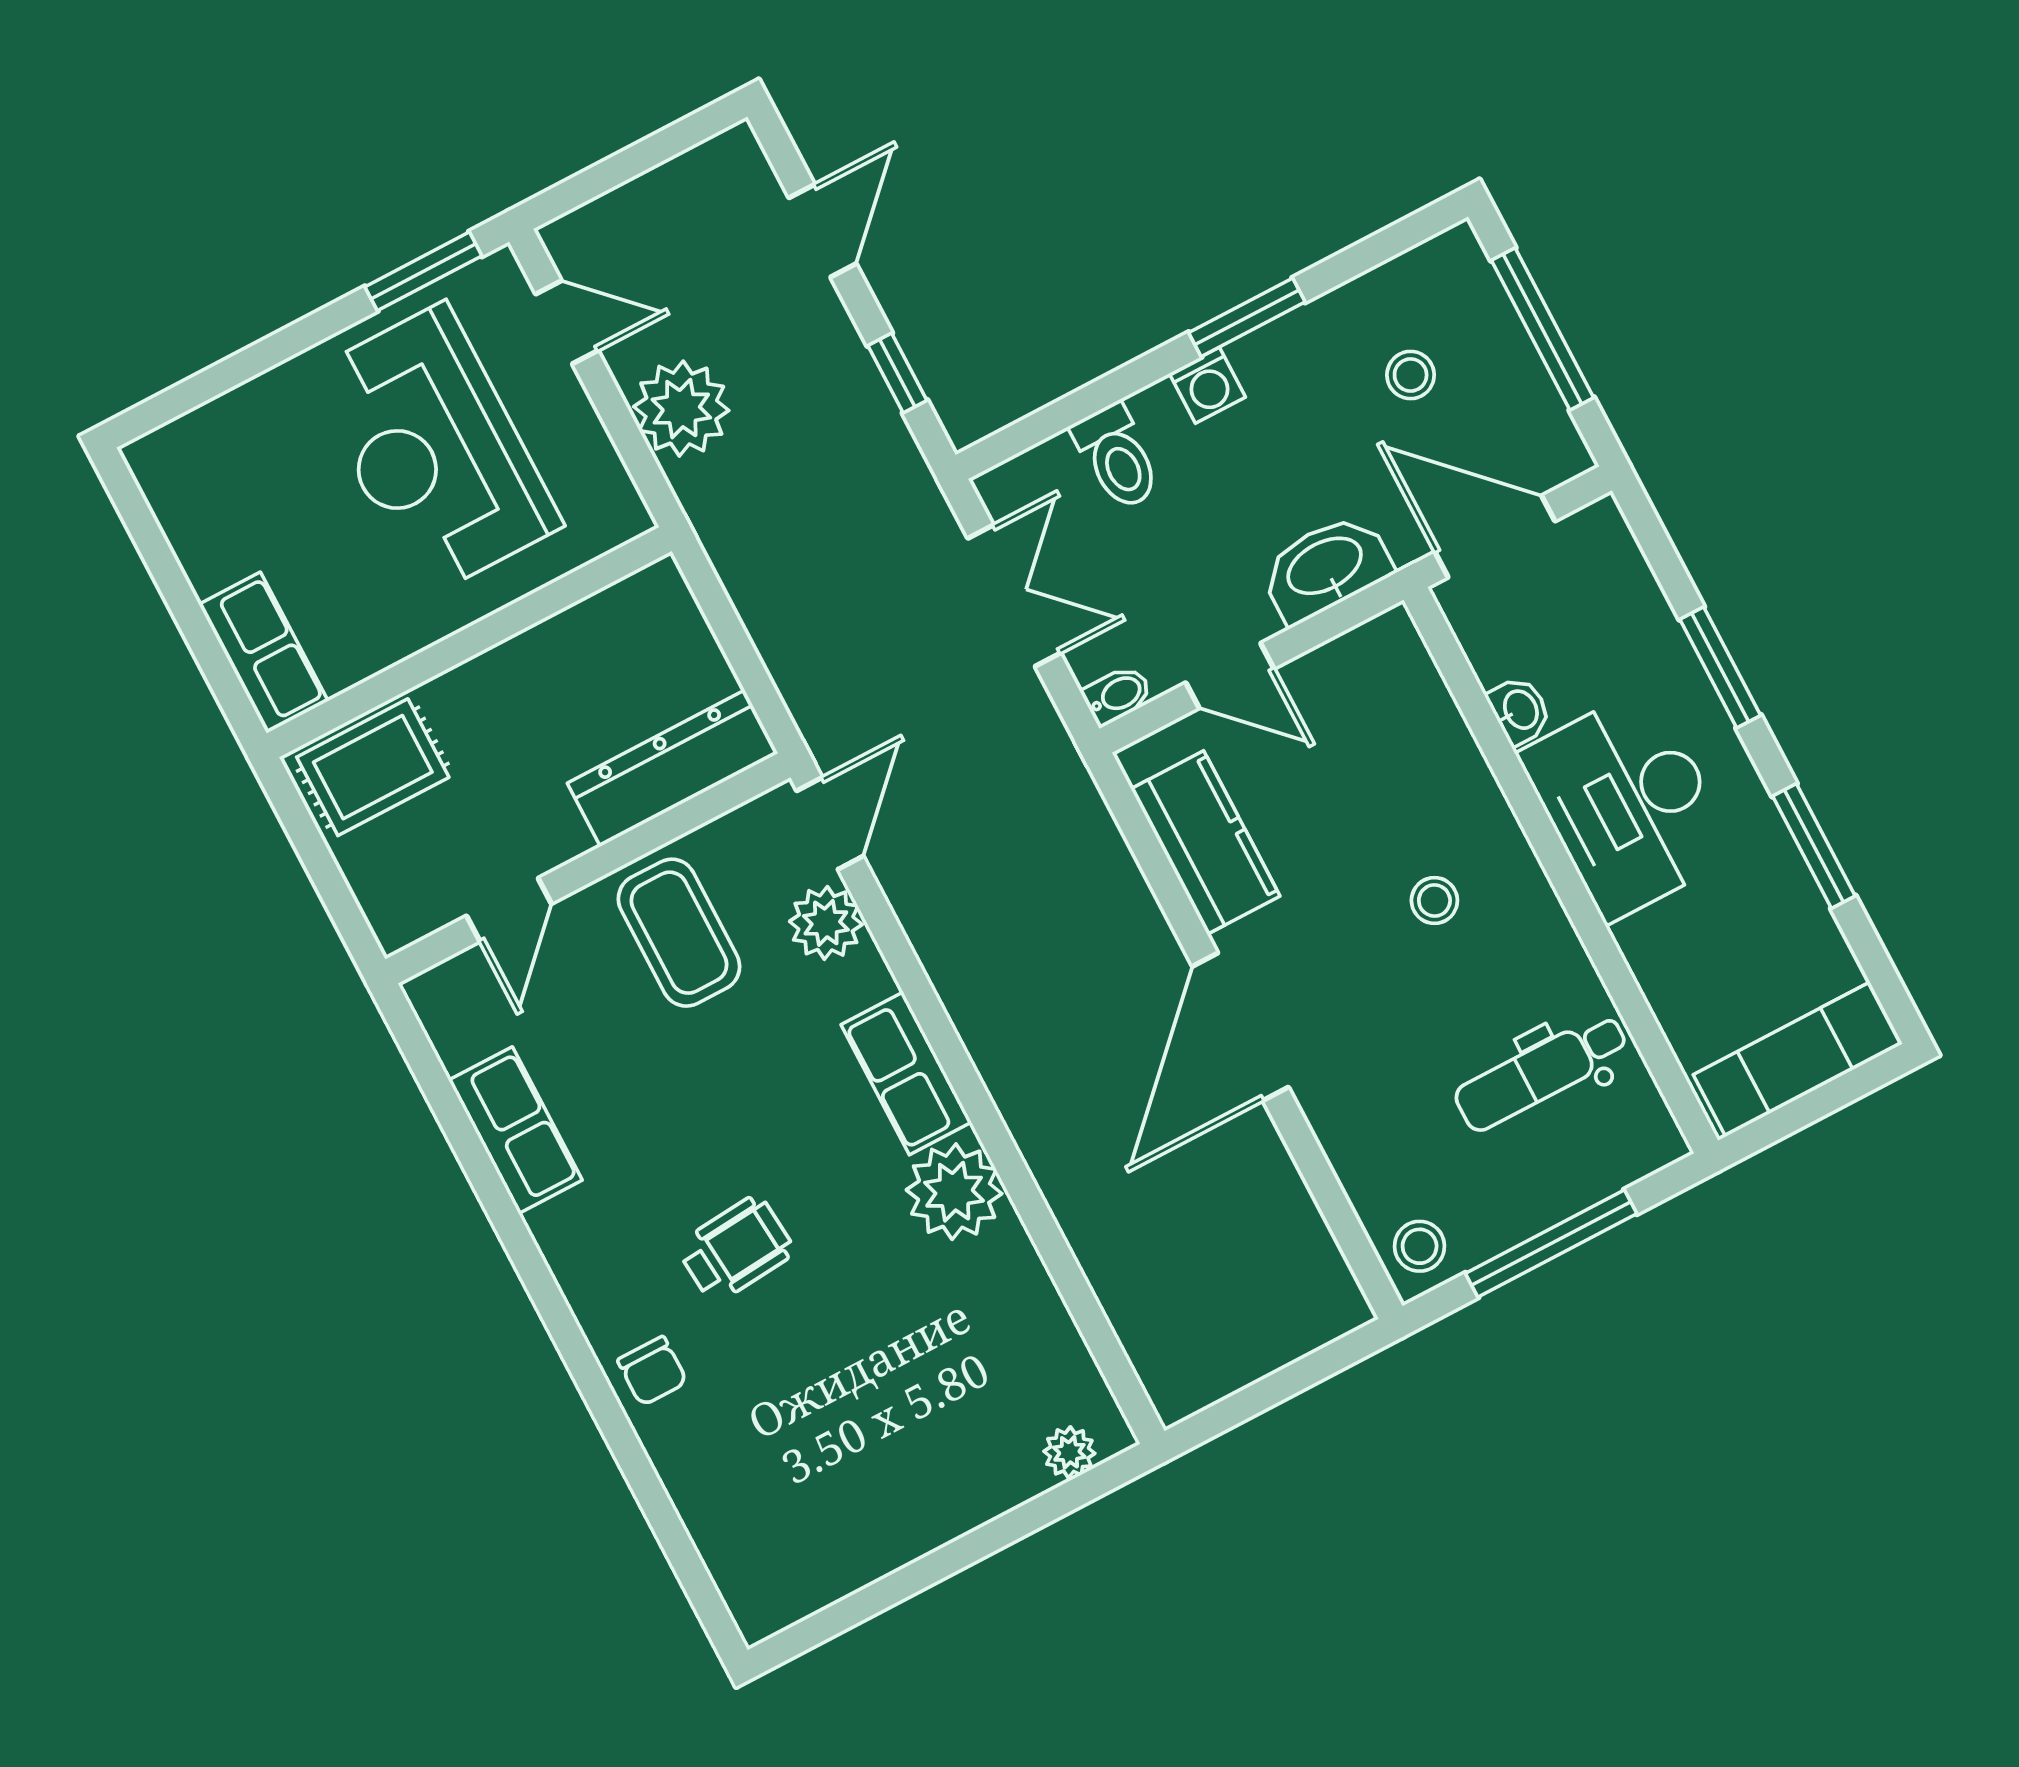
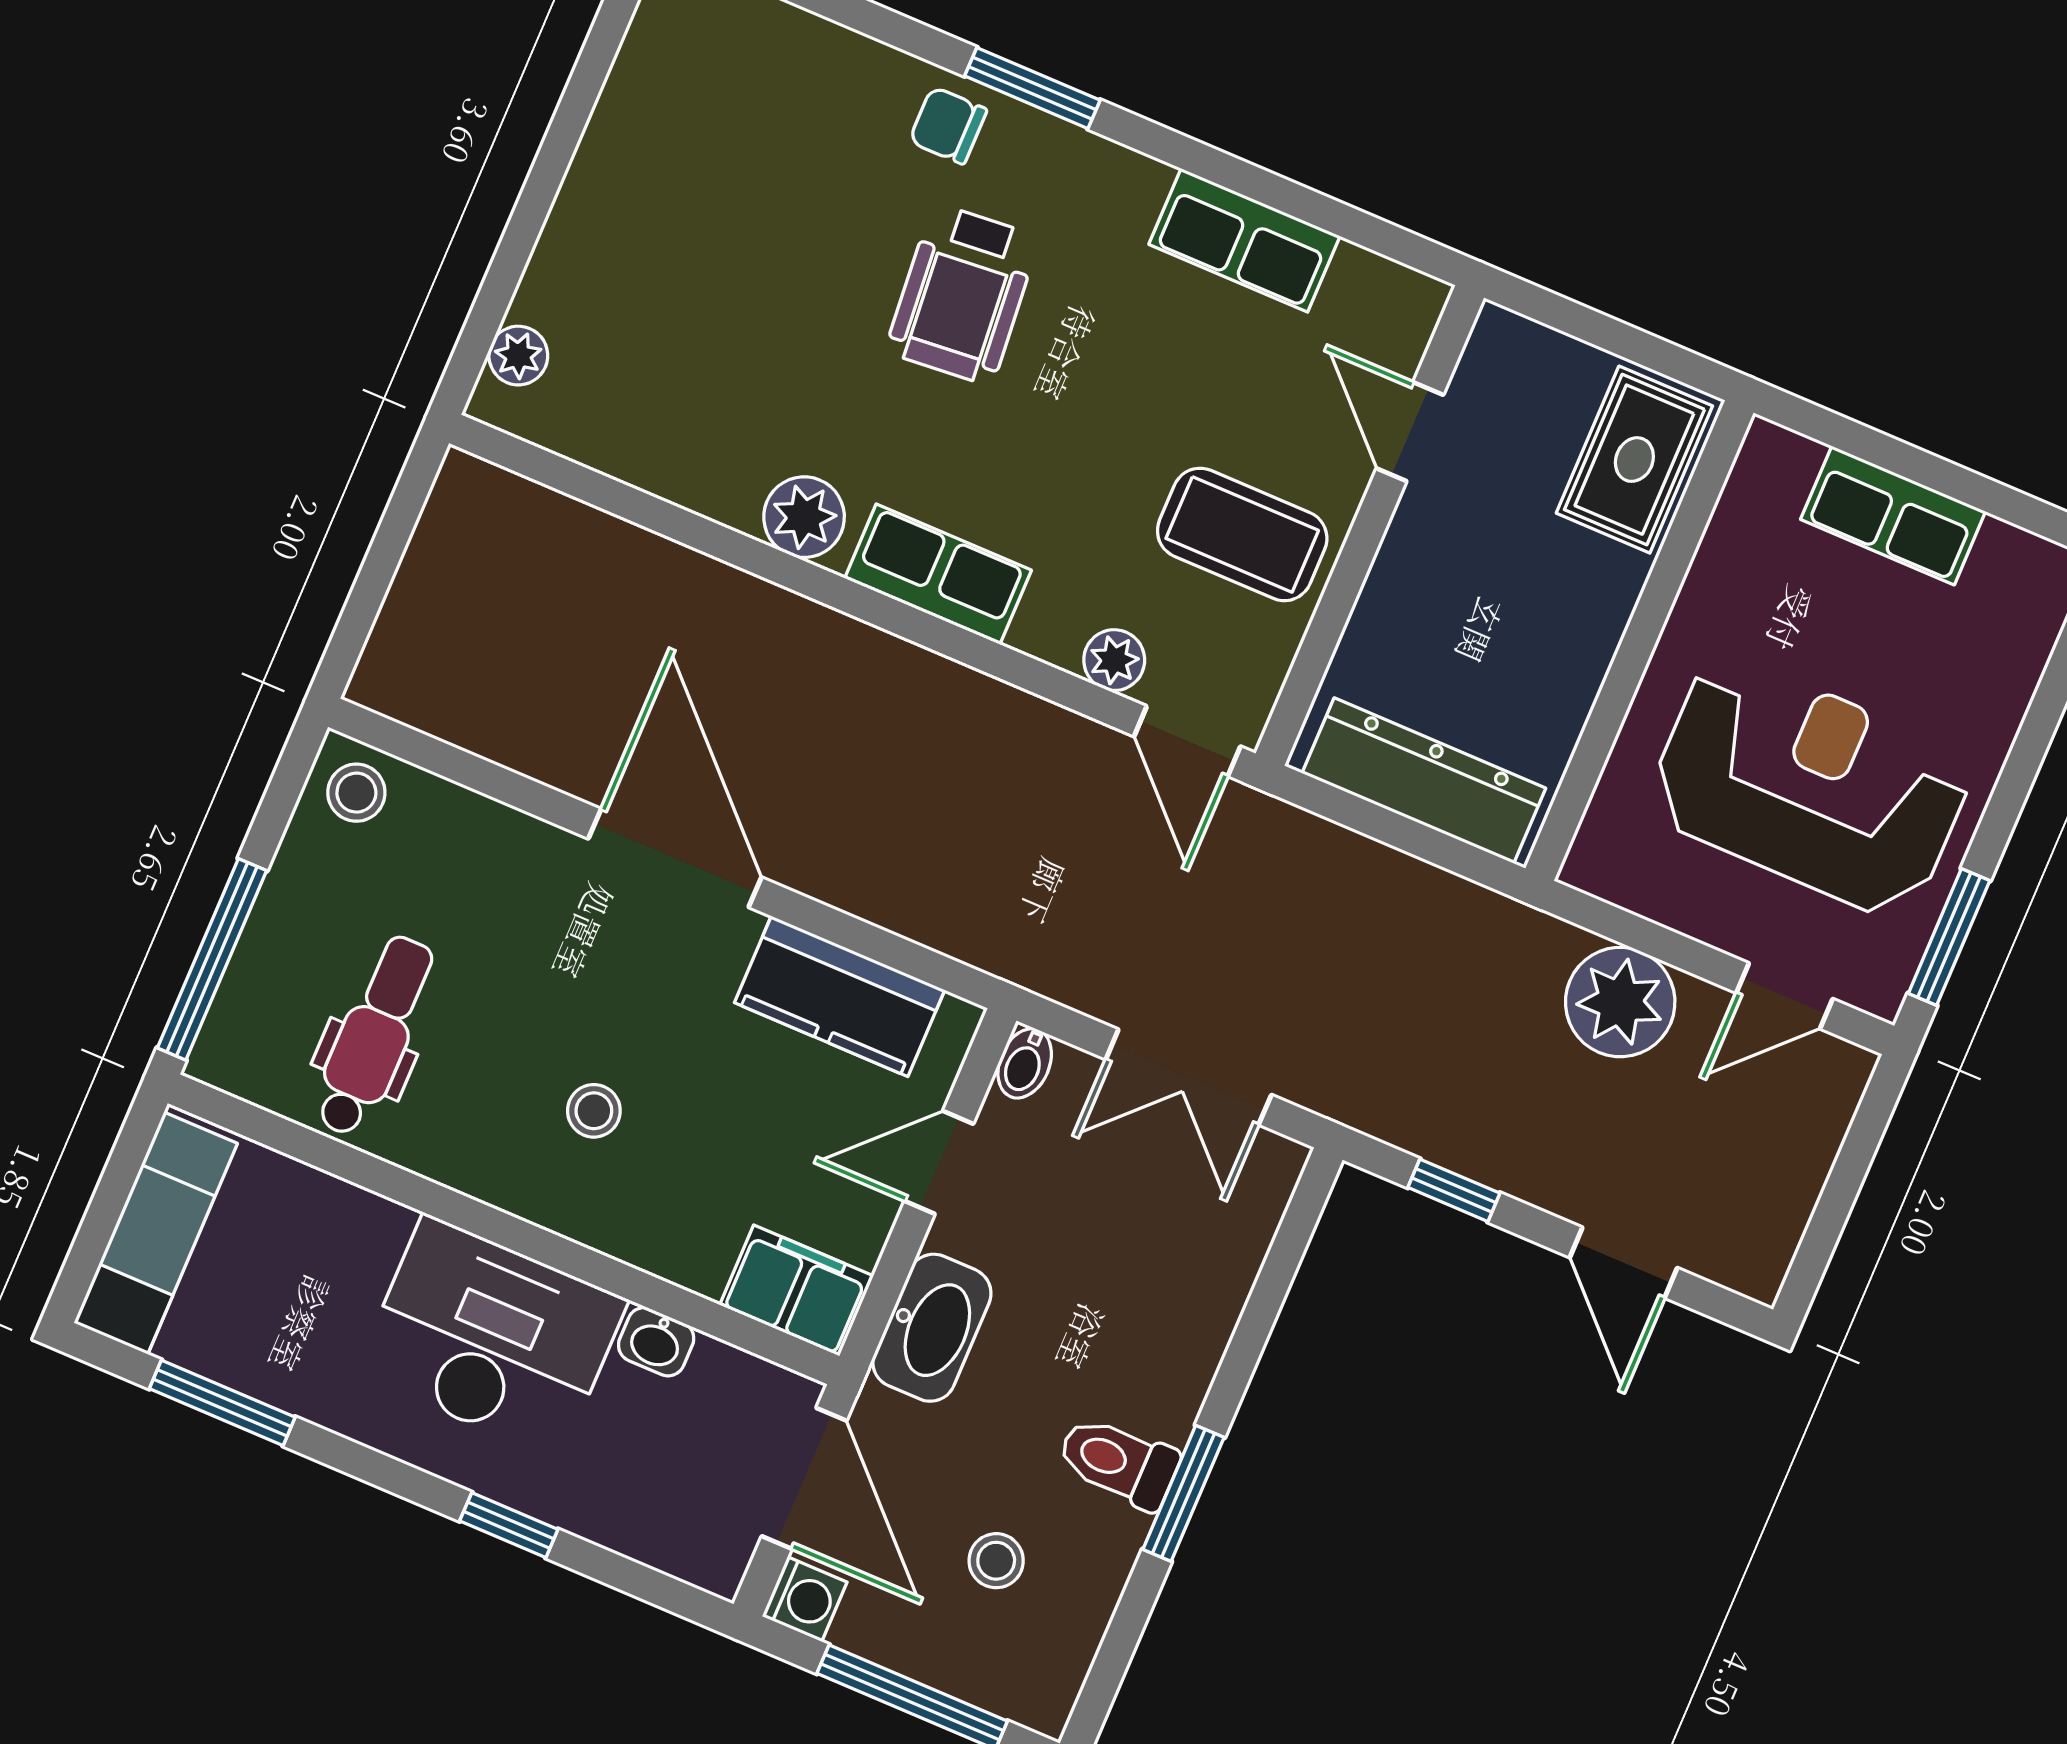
washing machine: (1207, 385) -> (805, 1599), moved, turned 180
toilet: (1117, 457) -> (1118, 1462), moved
door: (1495, 536) -> (804, 1478), hinge flipped
row of seats: (263, 653) -> (1893, 515), moved
window: (1720, 667) -> (509, 1525), width x0.67
filing cabinet: (1396, 668) -> (797, 1290), added
dresser: (673, 768) -> (1424, 781), moved, turned -90
window: (1814, 846) -> (222, 1403), moved
plant: (826, 923) -> (1114, 660), width x0.73, depth x0.73
plant: (954, 1192) -> (804, 517), width x0.73, depth x0.73
window: (1551, 1244) -> (212, 959), moved
wheelchair: (736, 1249) -> (962, 294), width x1.36, depth x1.37
window: (575, 1350) -> (1032, 88), added

